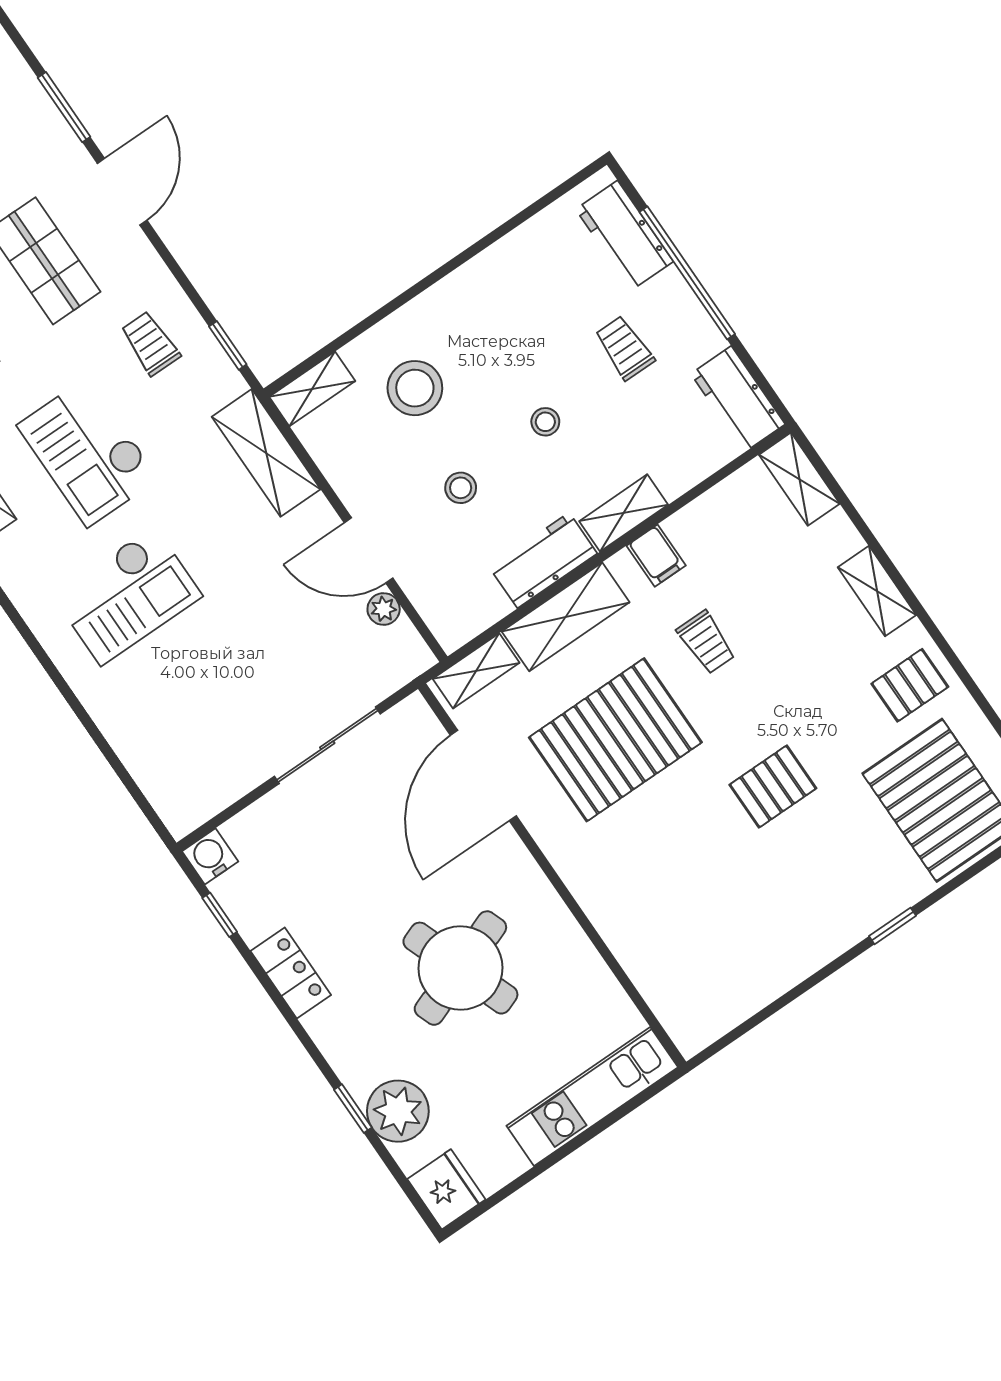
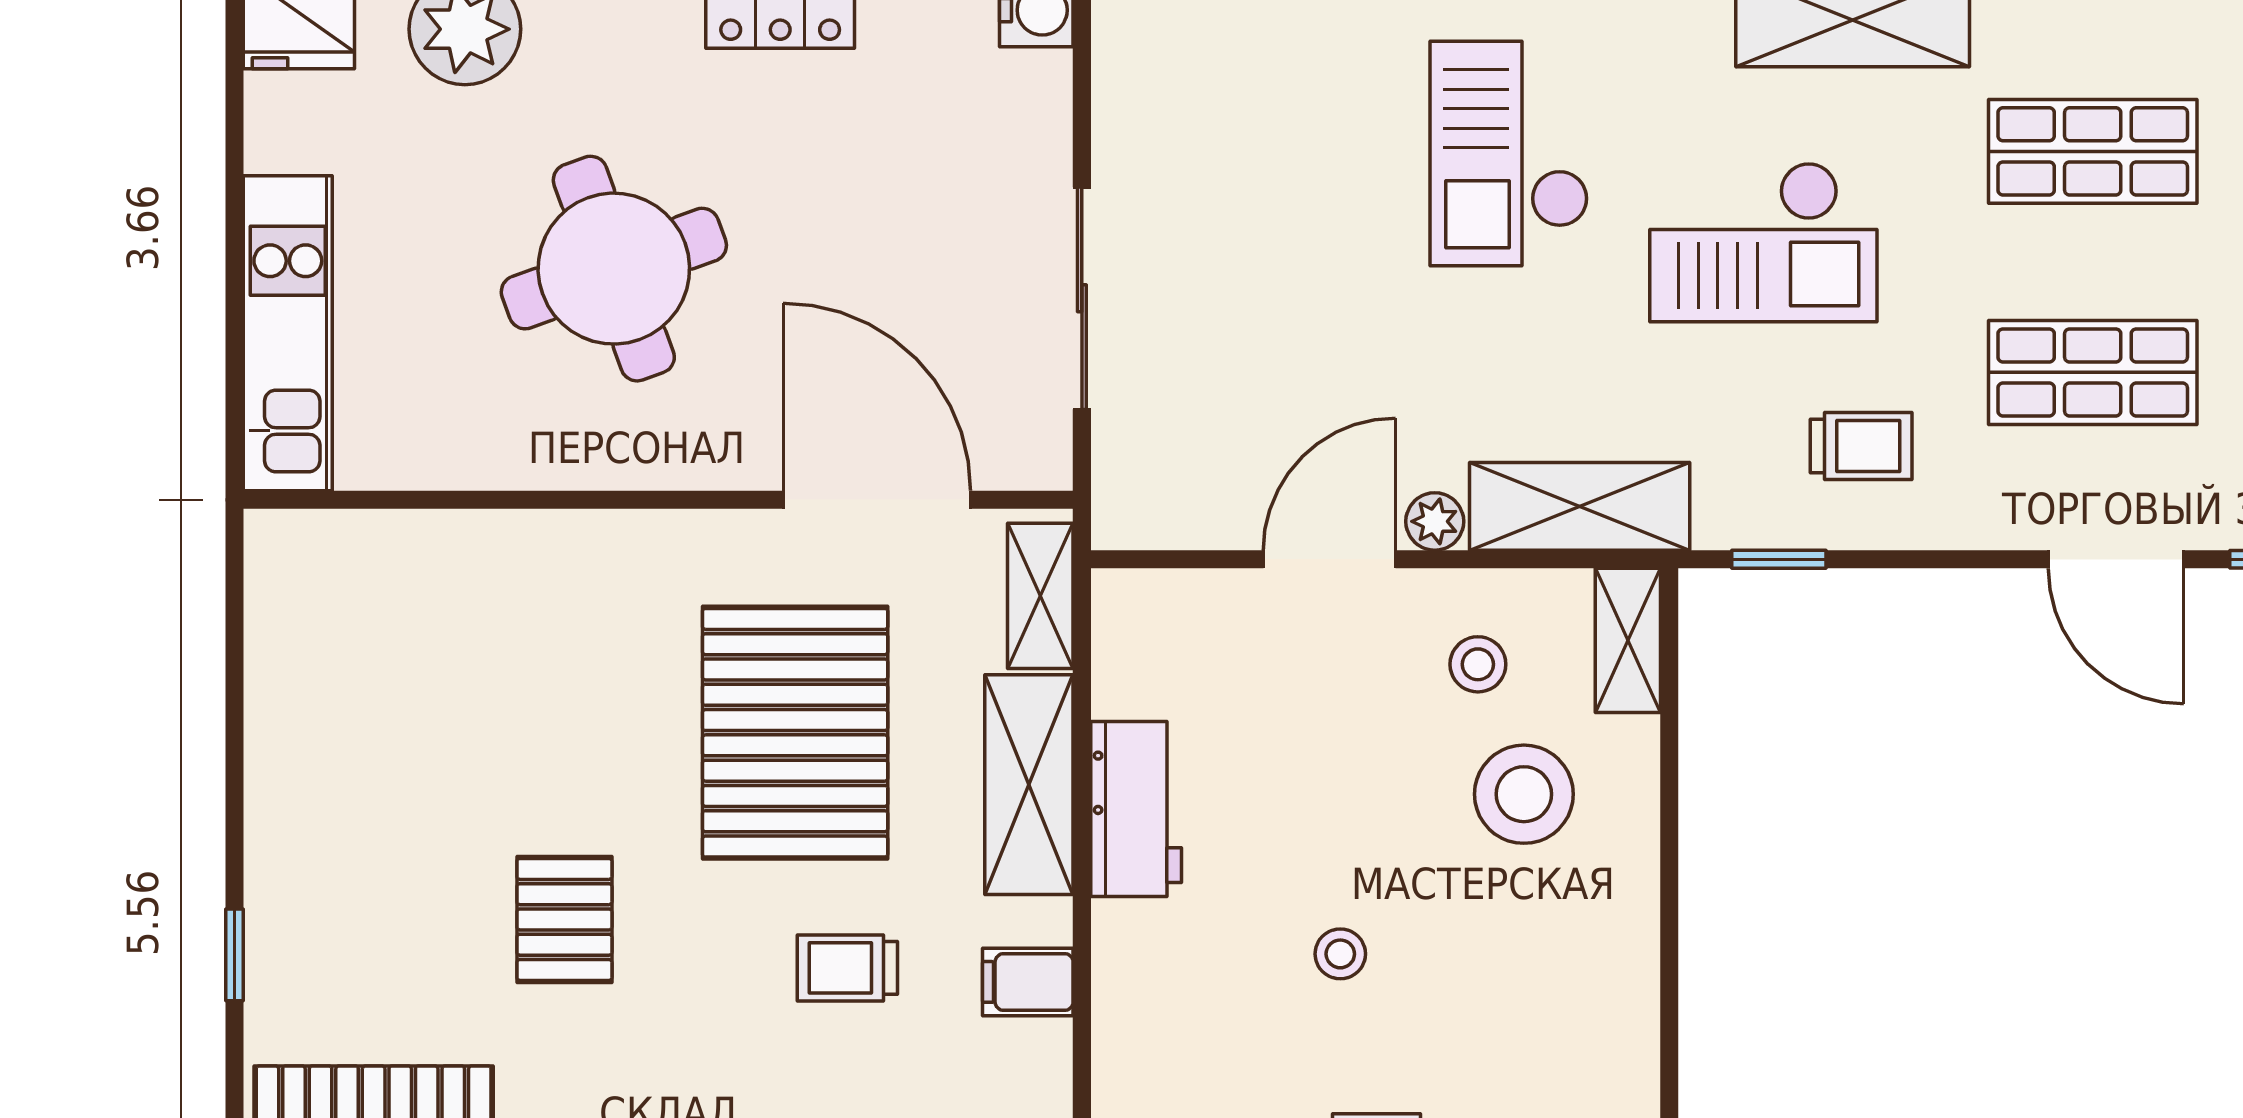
checkout: (88, 452) -> (1763, 242), turned 180
stool: (461, 488) -> (1478, 664), moved
shelving: (624, 513) -> (1124, 977), removed
plant: (384, 609) -> (1435, 521), moved

